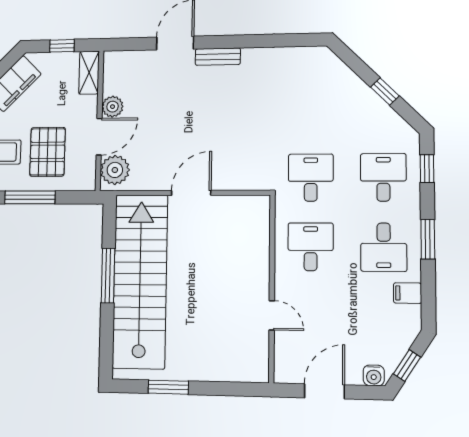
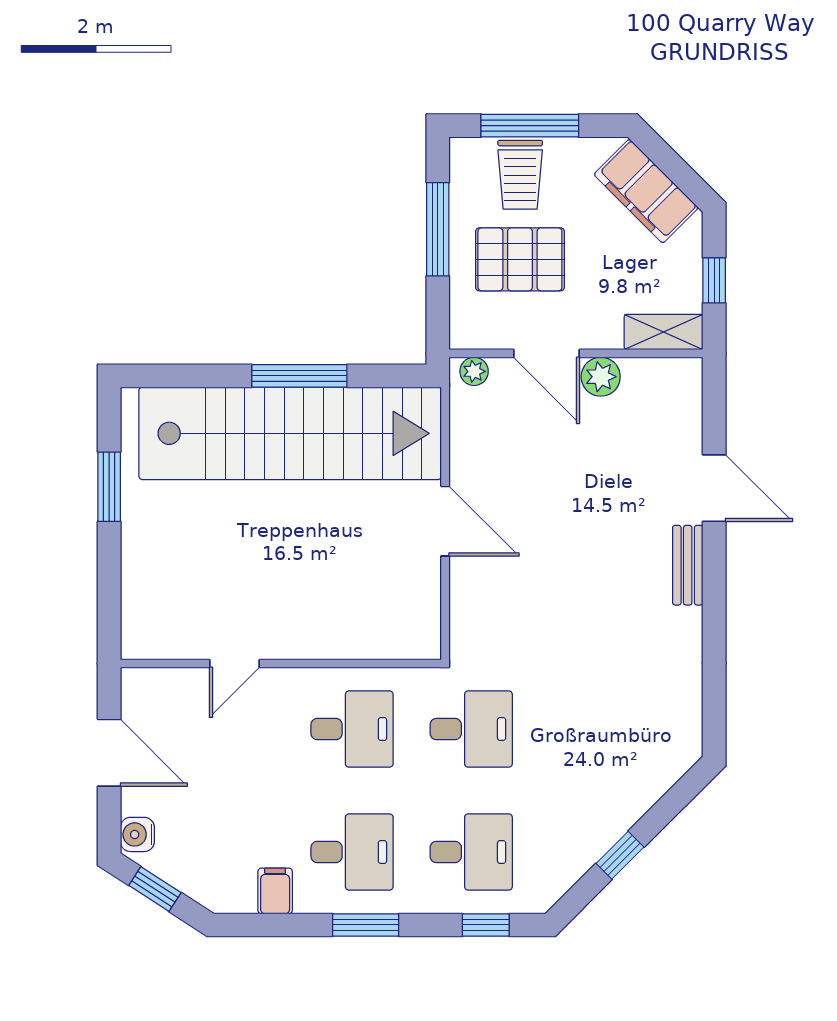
plant: (115, 170) -> (474, 371), width x0.53, depth x0.53
desk: (384, 247) -> (352, 852), turned 180

